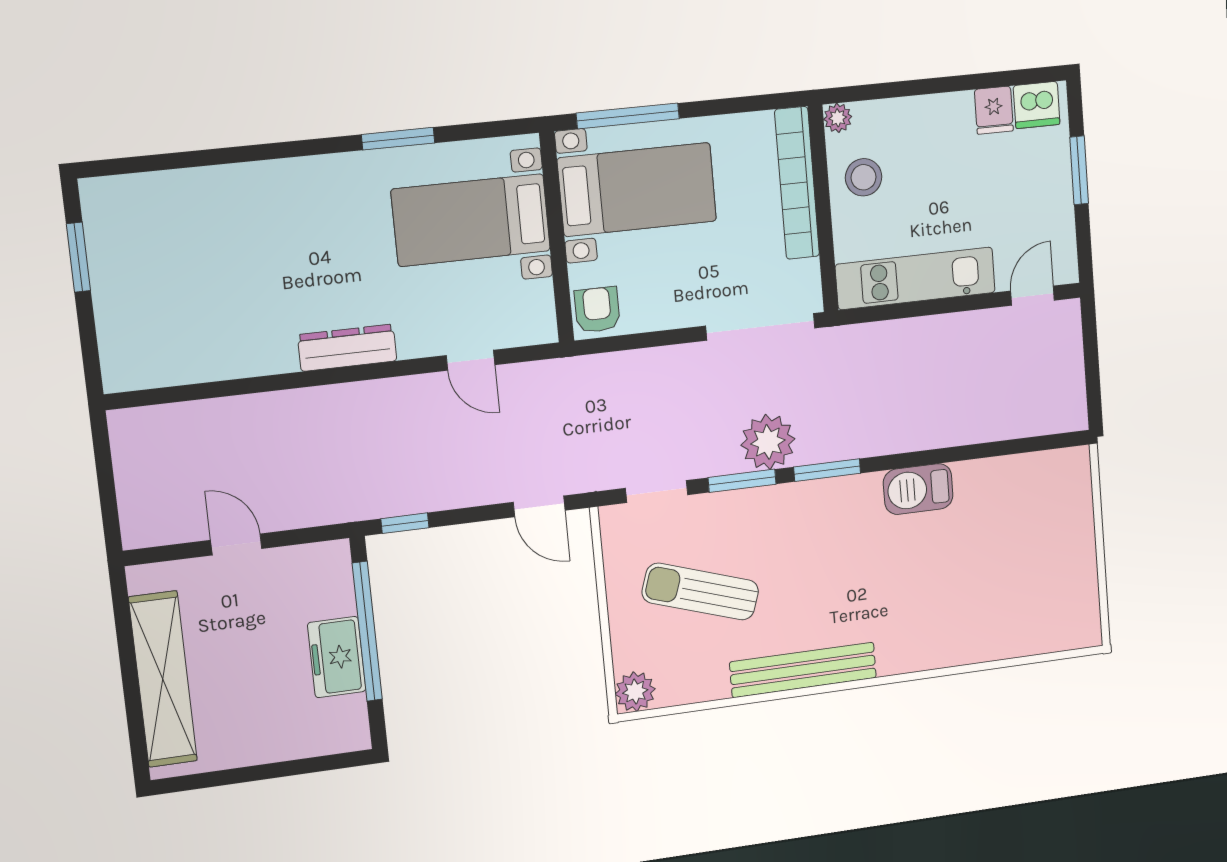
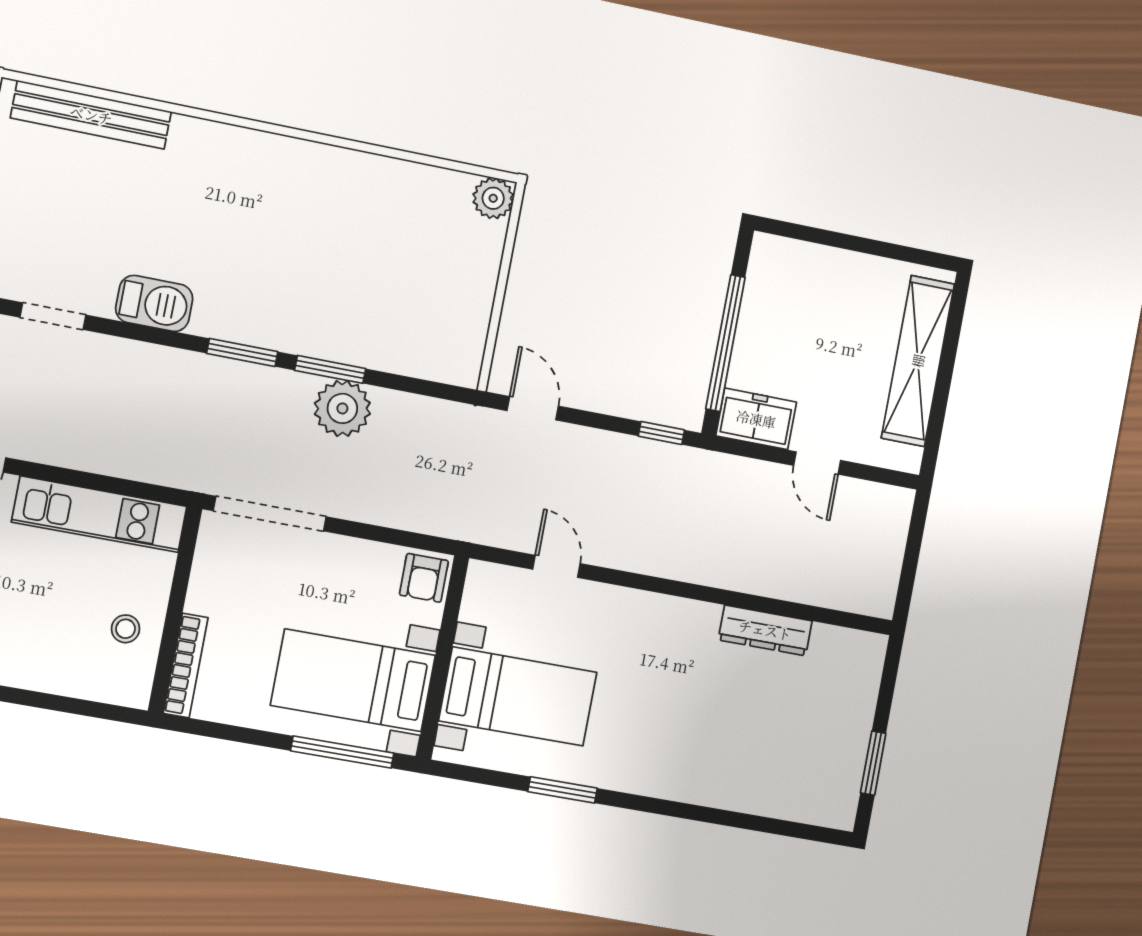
plant: (838, 118) -> (136, 694), removed
stool: (864, 177) -> (126, 629), width x0.73, depth x0.73
bookcase: (797, 183) -> (186, 665), width x0.68, depth x0.76
dresser: (347, 348) -> (765, 630), moved
plant: (768, 442) -> (342, 408), moved
doorway: (657, 492) -> (53, 316), moved
sun lounger: (700, 592) -> (402, 274), removed
freezer: (337, 657) -> (756, 419), moved, turned -90
bench: (803, 670) -> (91, 115), moved

